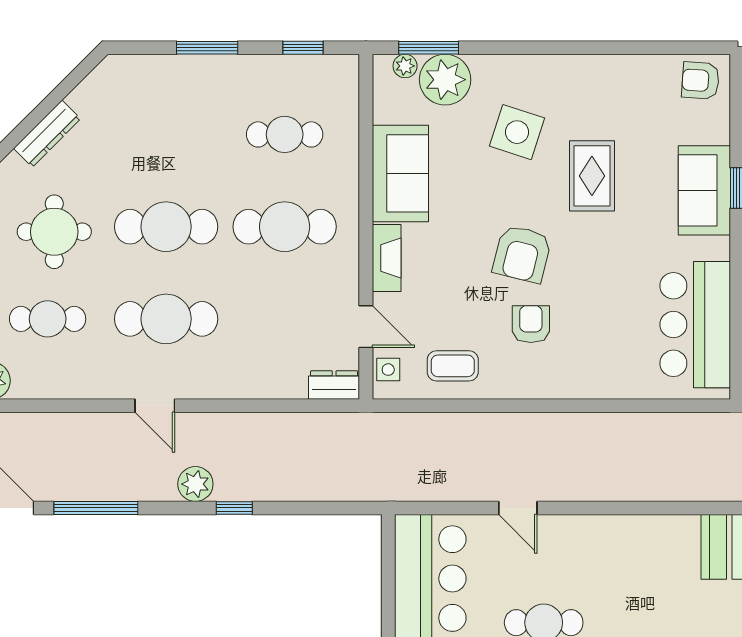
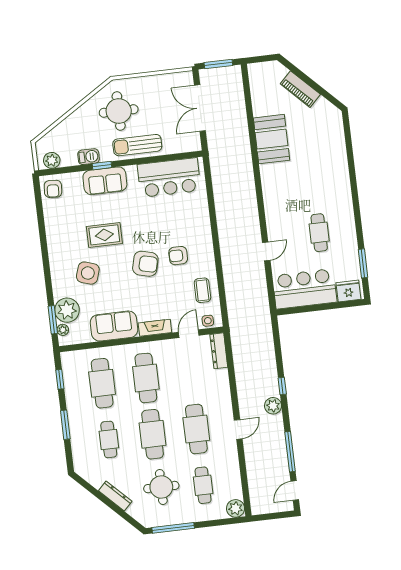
cafe table: (166, 134) -> (109, 439), added
cafe table: (285, 134) -> (102, 383), width x1.37, depth x1.35
dresser: (334, 385) -> (219, 351), width x1.44

